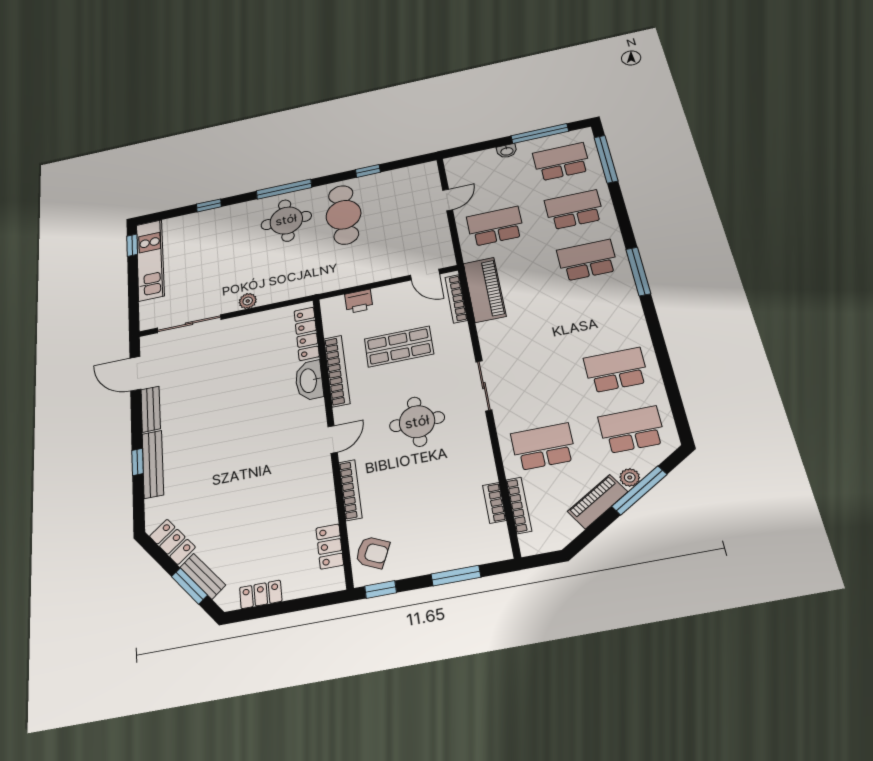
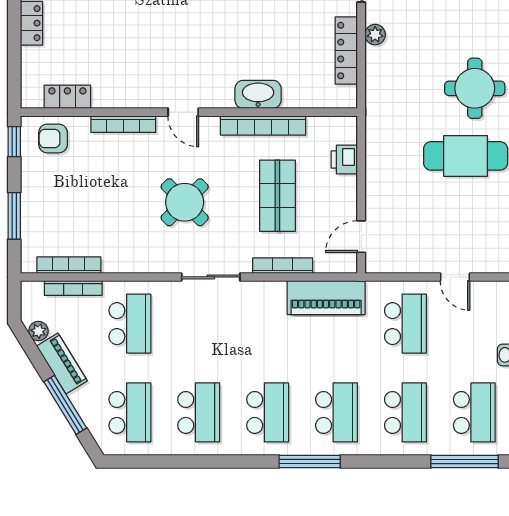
bookcase: (456, 299) -> (283, 266), moved
school desk: (601, 314) -> (268, 412), added
locker: (307, 334) -> (346, 51), moved, turned -90
round table: (417, 422) -> (185, 202), turned 45
plant: (630, 477) -> (38, 331), moved
bookcase: (494, 503) -> (69, 265), width x1.56
armchair: (372, 552) -> (53, 138), turned 65

